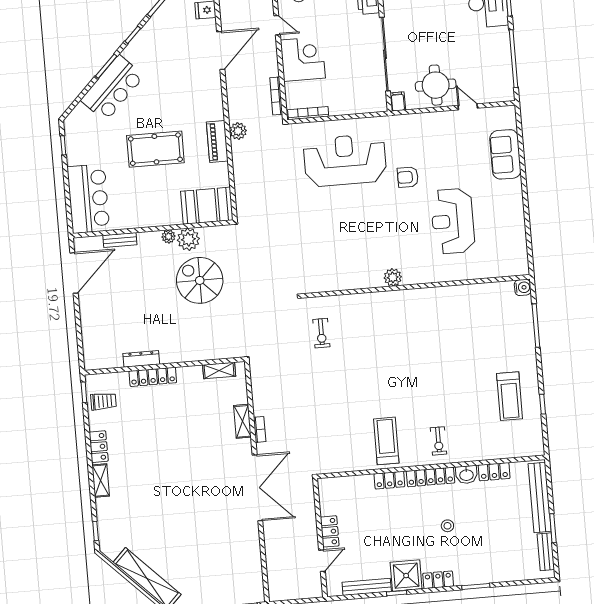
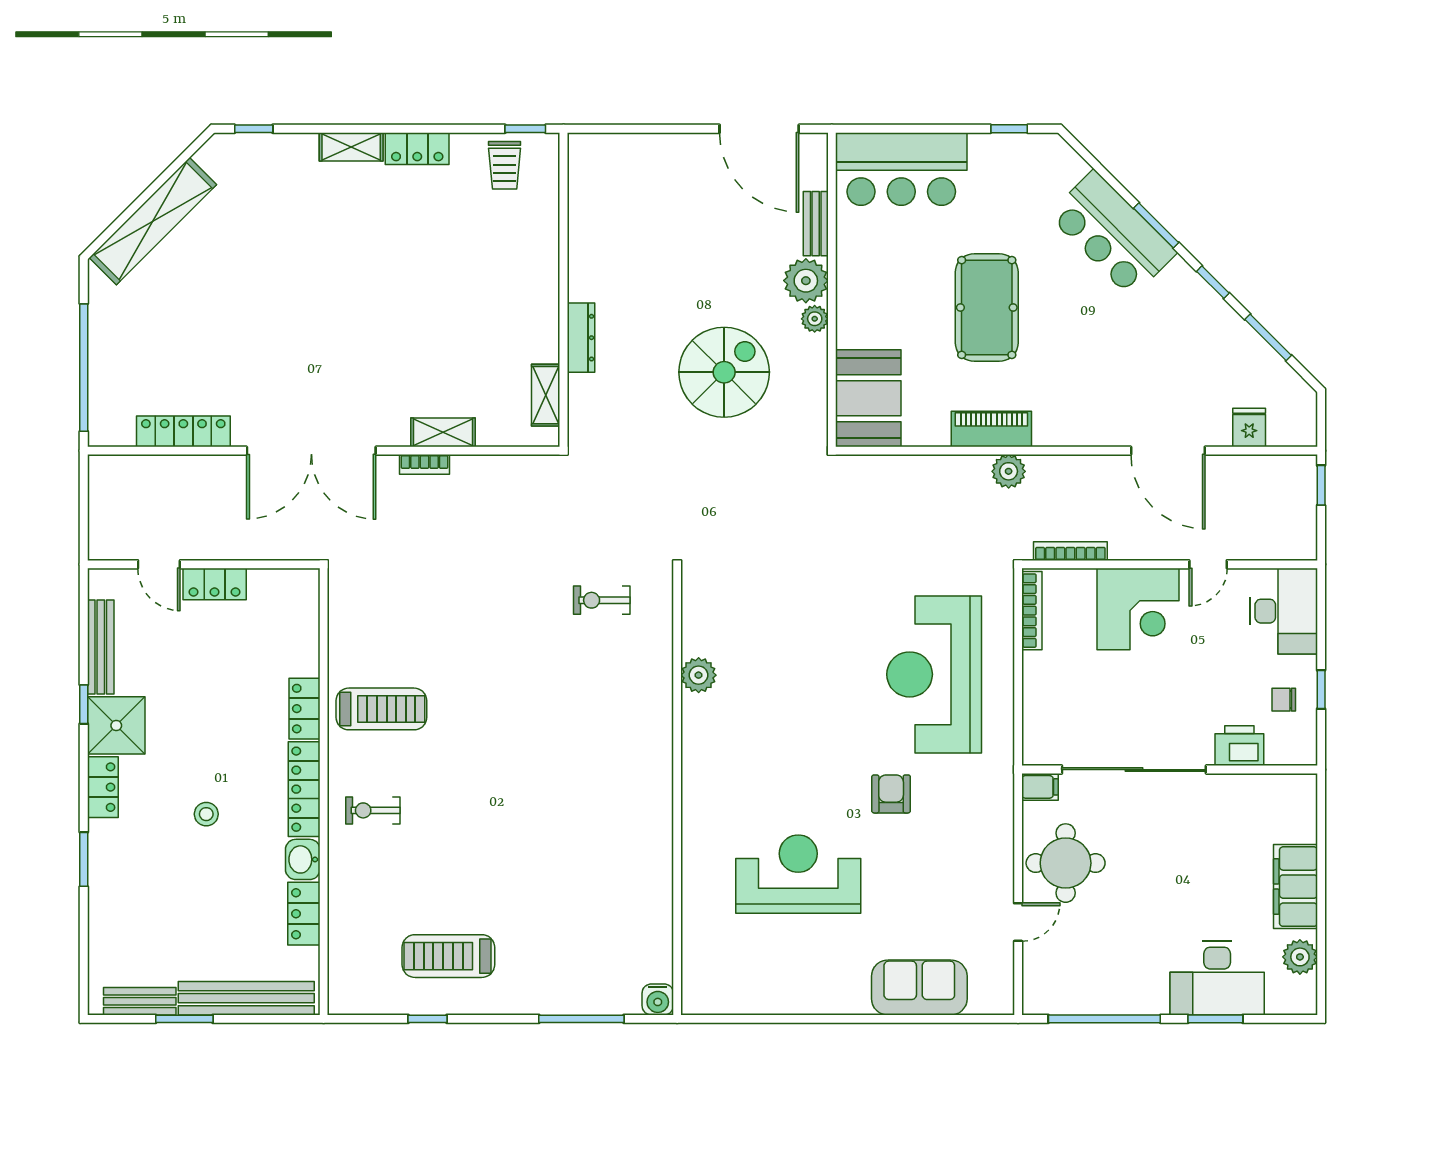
reception desk: (345, 160) -> (934, 674), turned 180
plant: (188, 239) -> (806, 281), moved
plant: (393, 277) -> (699, 675), moved
dresser: (141, 359) -> (581, 338), moved
locker: (153, 377) -> (183, 431), moved, turned 90

